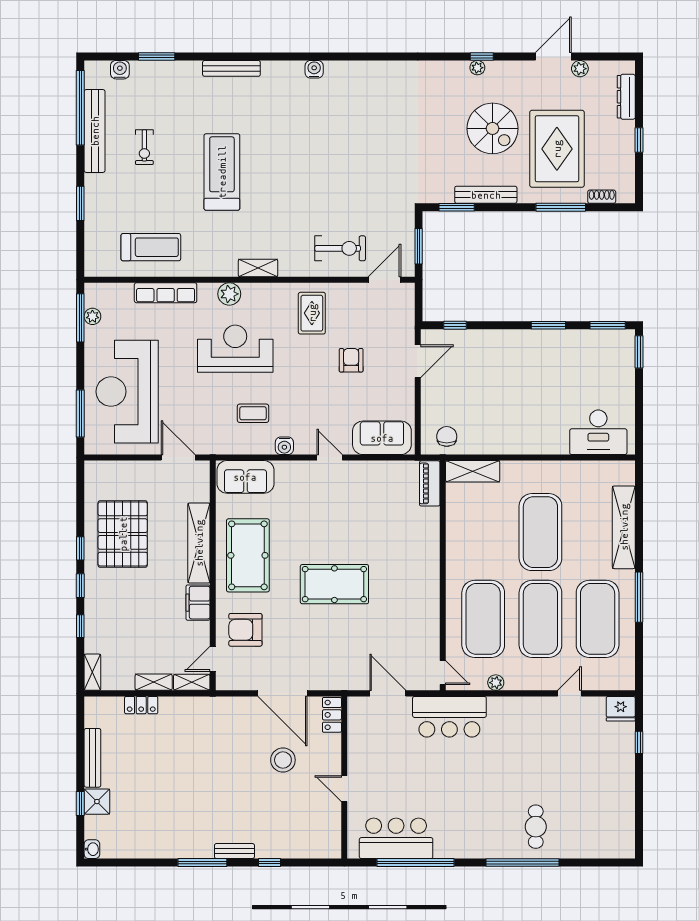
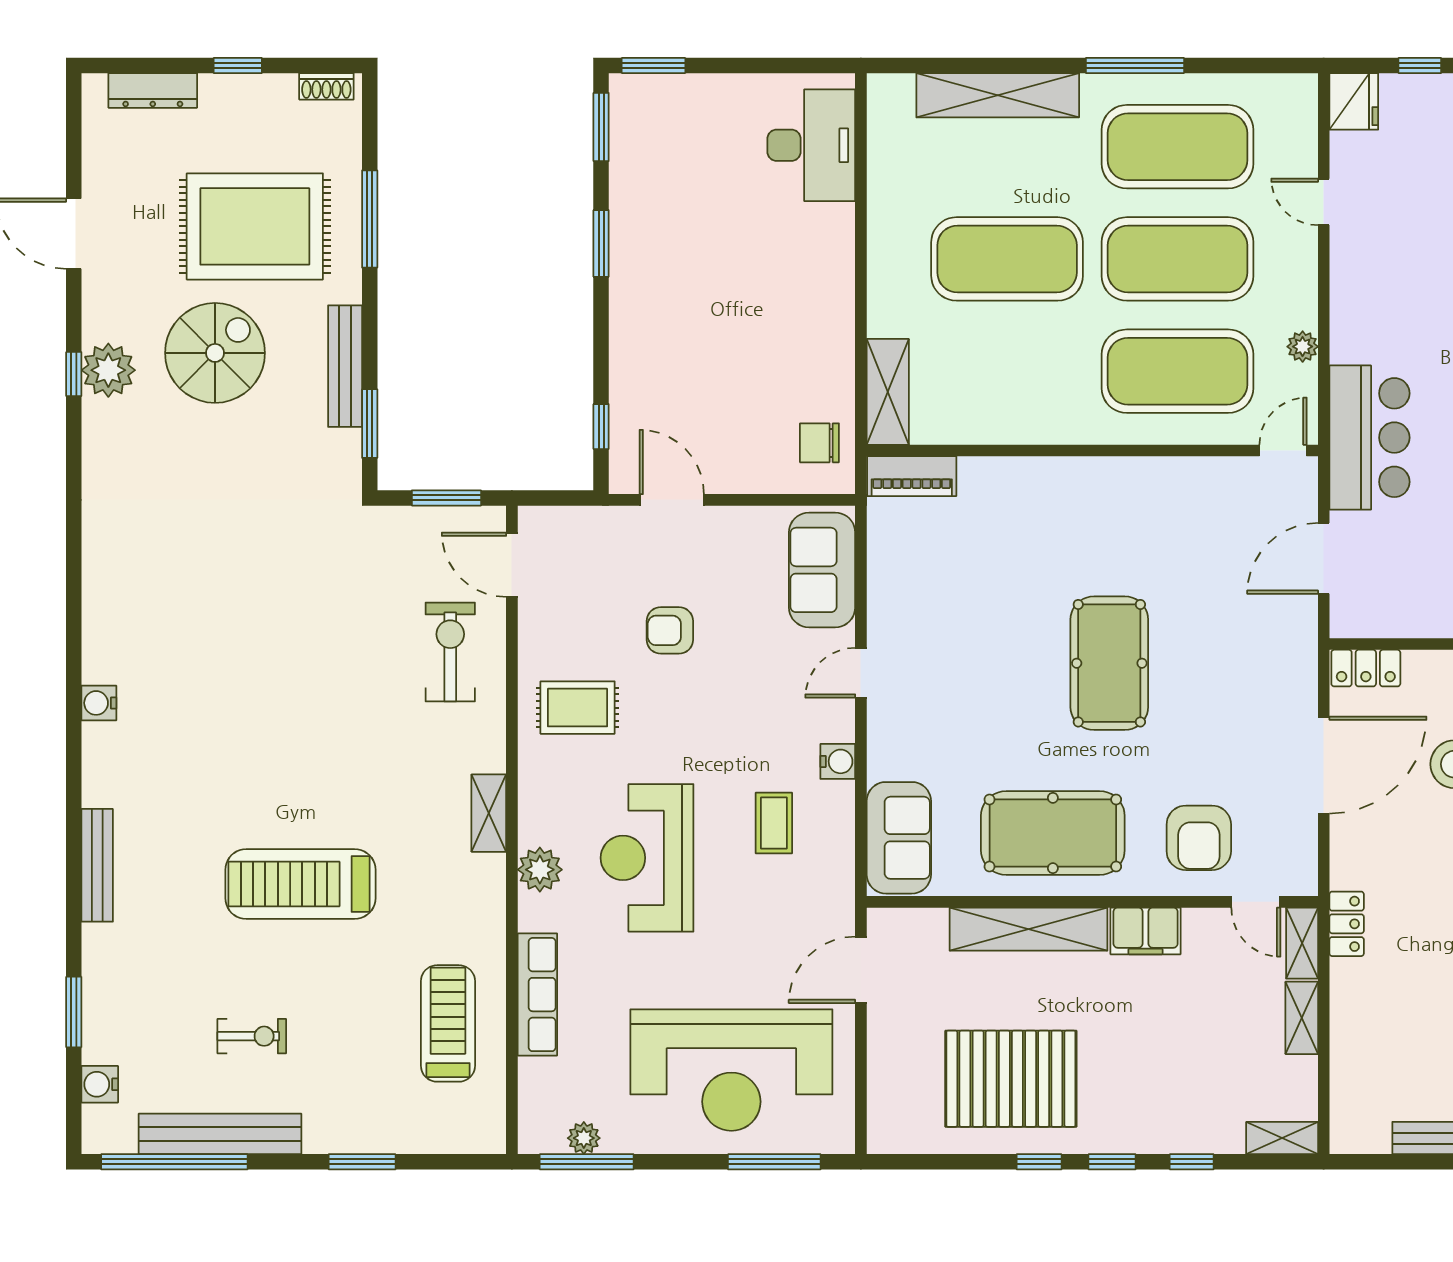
plant: (477, 68) -> (108, 370), width x1.87, depth x1.87
plant: (580, 69) -> (98, 181), removed
shoe rack: (602, 197) -> (326, 86), moved, turned -90
locker: (141, 705) -> (1347, 924), moved

